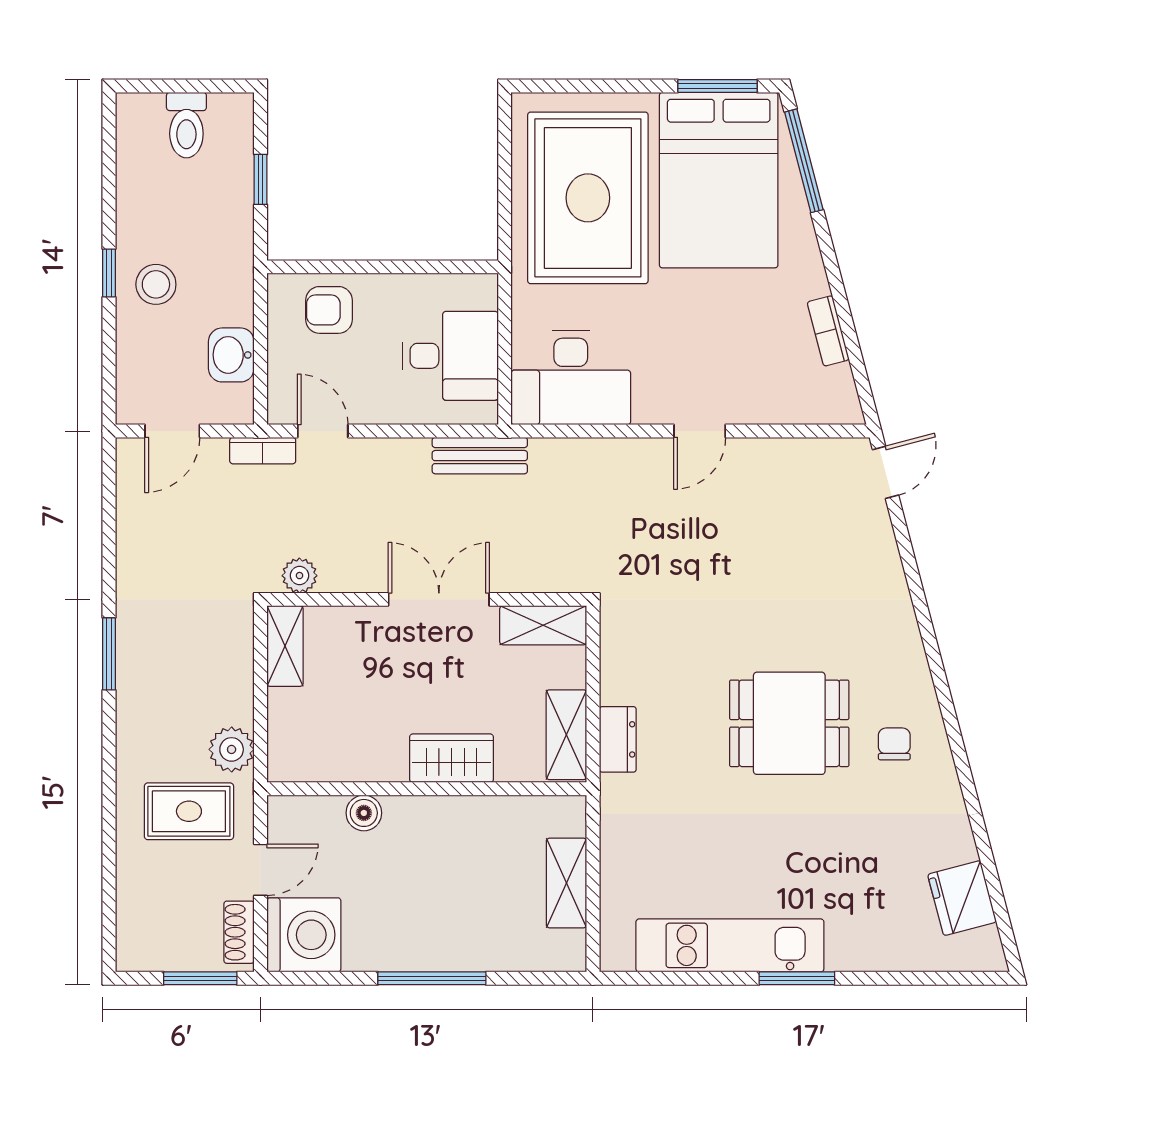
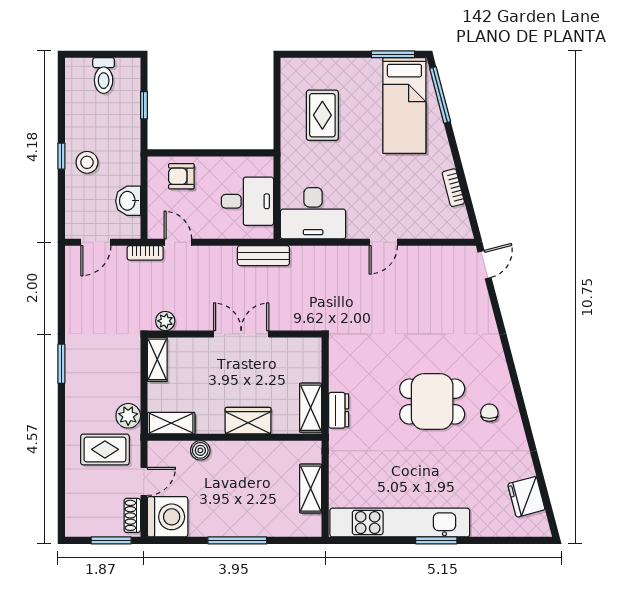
bed: (719, 180) -> (404, 105), width x0.67
rug: (588, 198) -> (322, 115), width x0.54, depth x0.49
shelving: (543, 625) -> (171, 423), moved
kitchen unit: (730, 945) -> (400, 523), width x1.36

